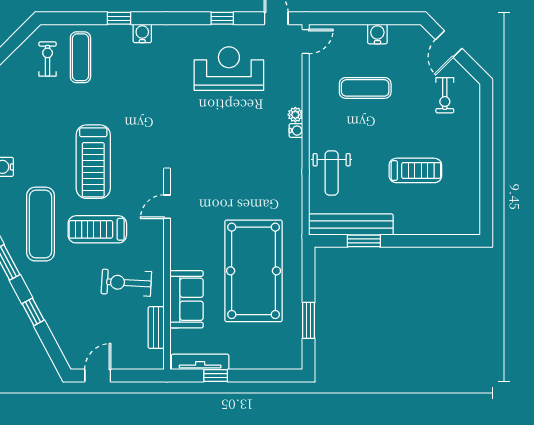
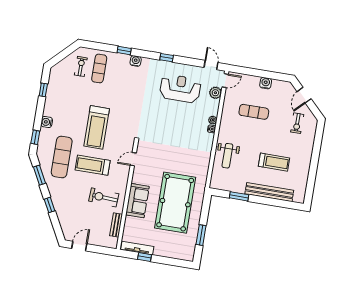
window: (222, 18) -> (167, 58), moved
plant: (292, 66) -> (215, 93), added
bench: (351, 225) -> (269, 192), moved
sofa: (187, 299) -> (137, 201), moved

